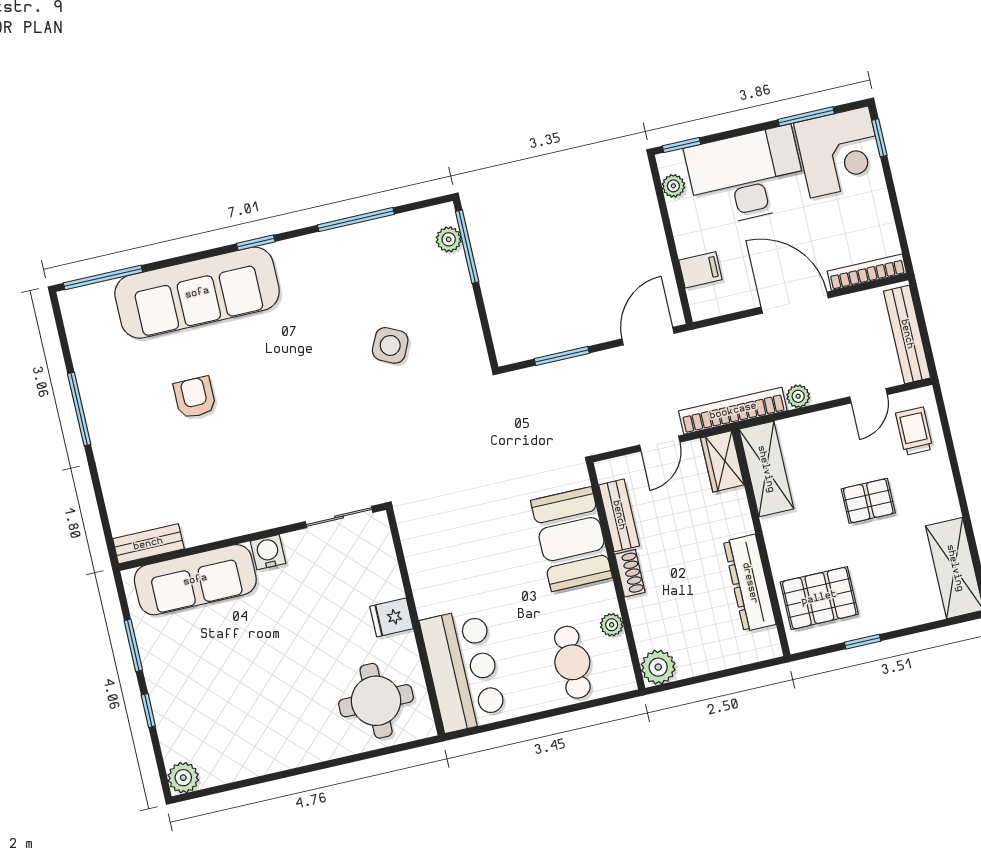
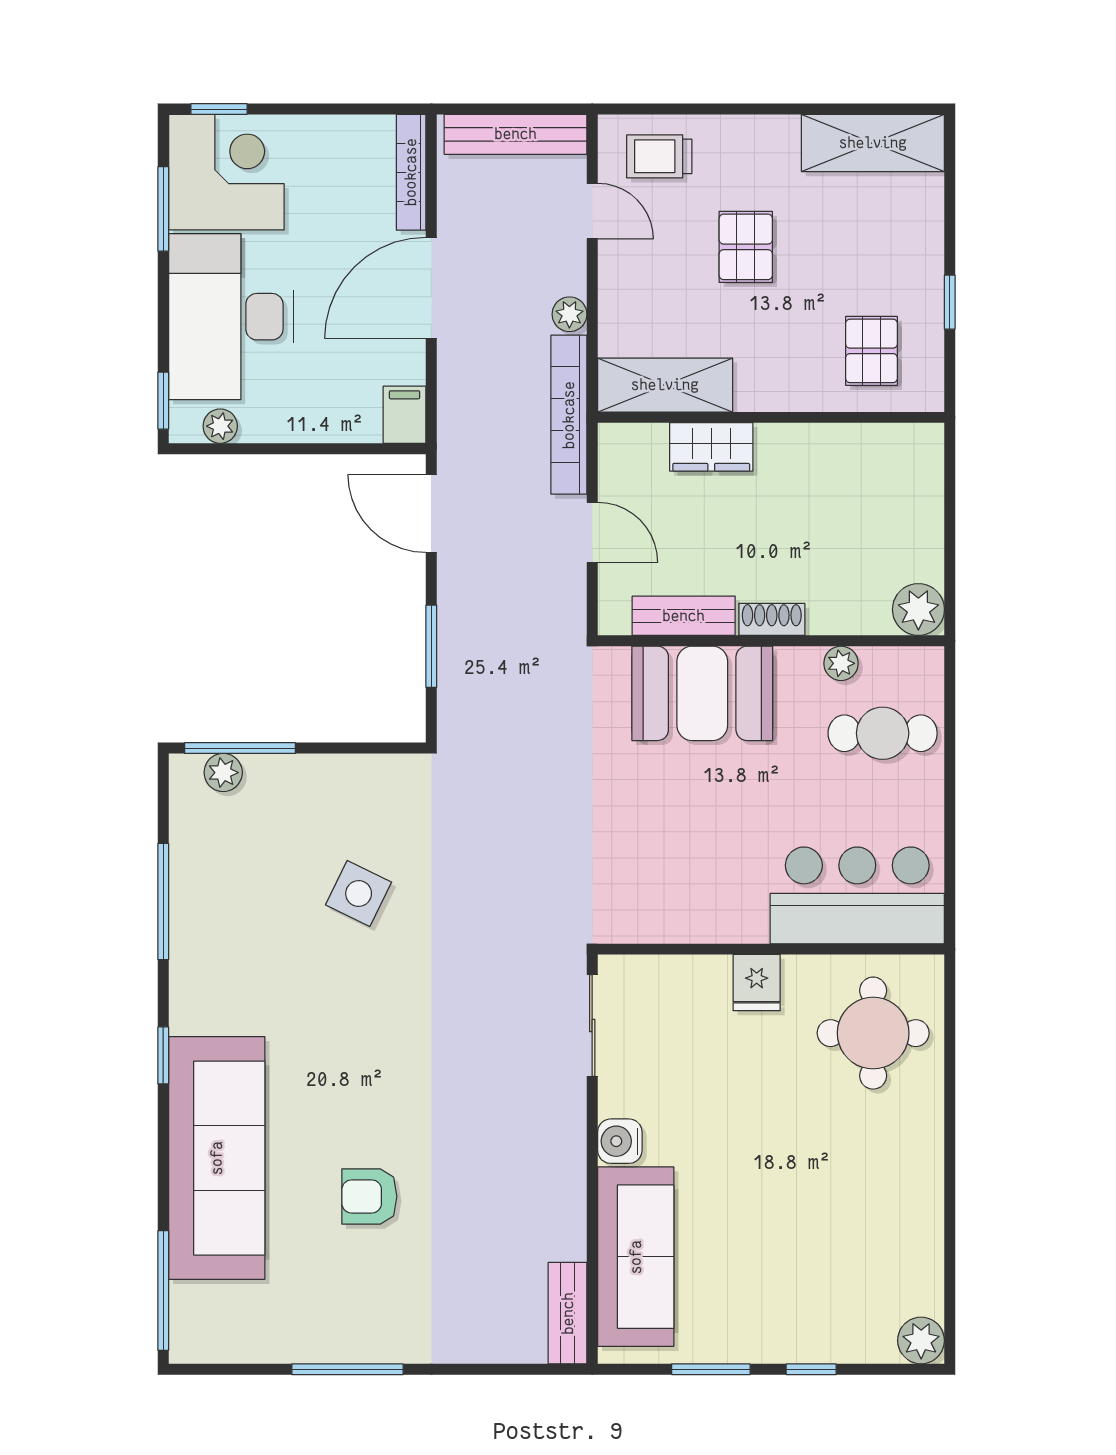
filing cabinet: (700, 270) -> (405, 415), moved
wardrobe: (722, 461) -> (711, 447), moved
dresser: (750, 583) -> (826, 447), removed
pallet: (819, 598) -> (871, 351), width x0.67, depth x0.71

